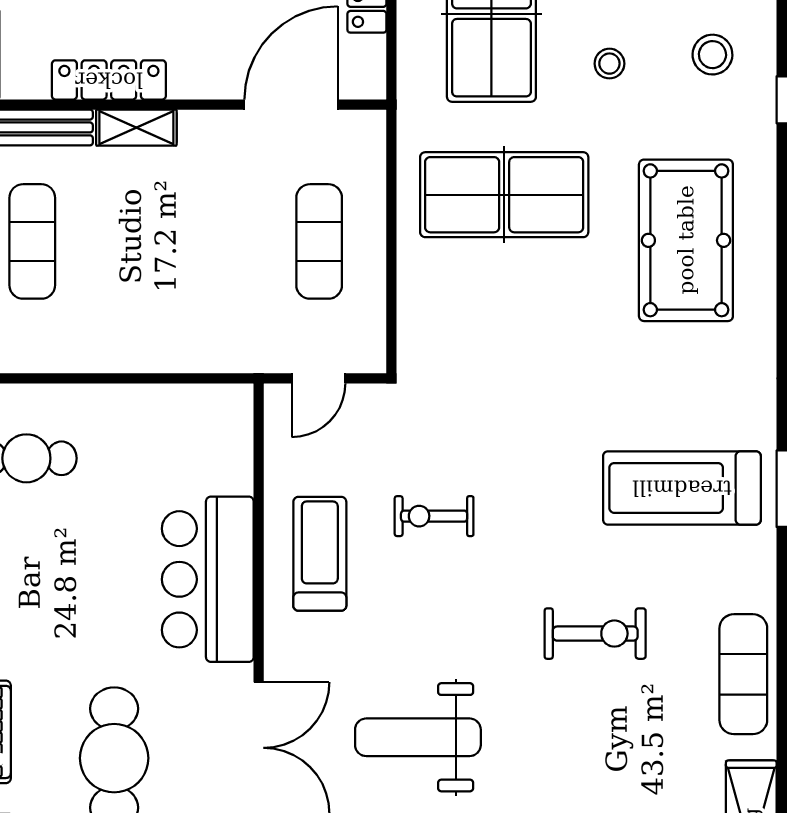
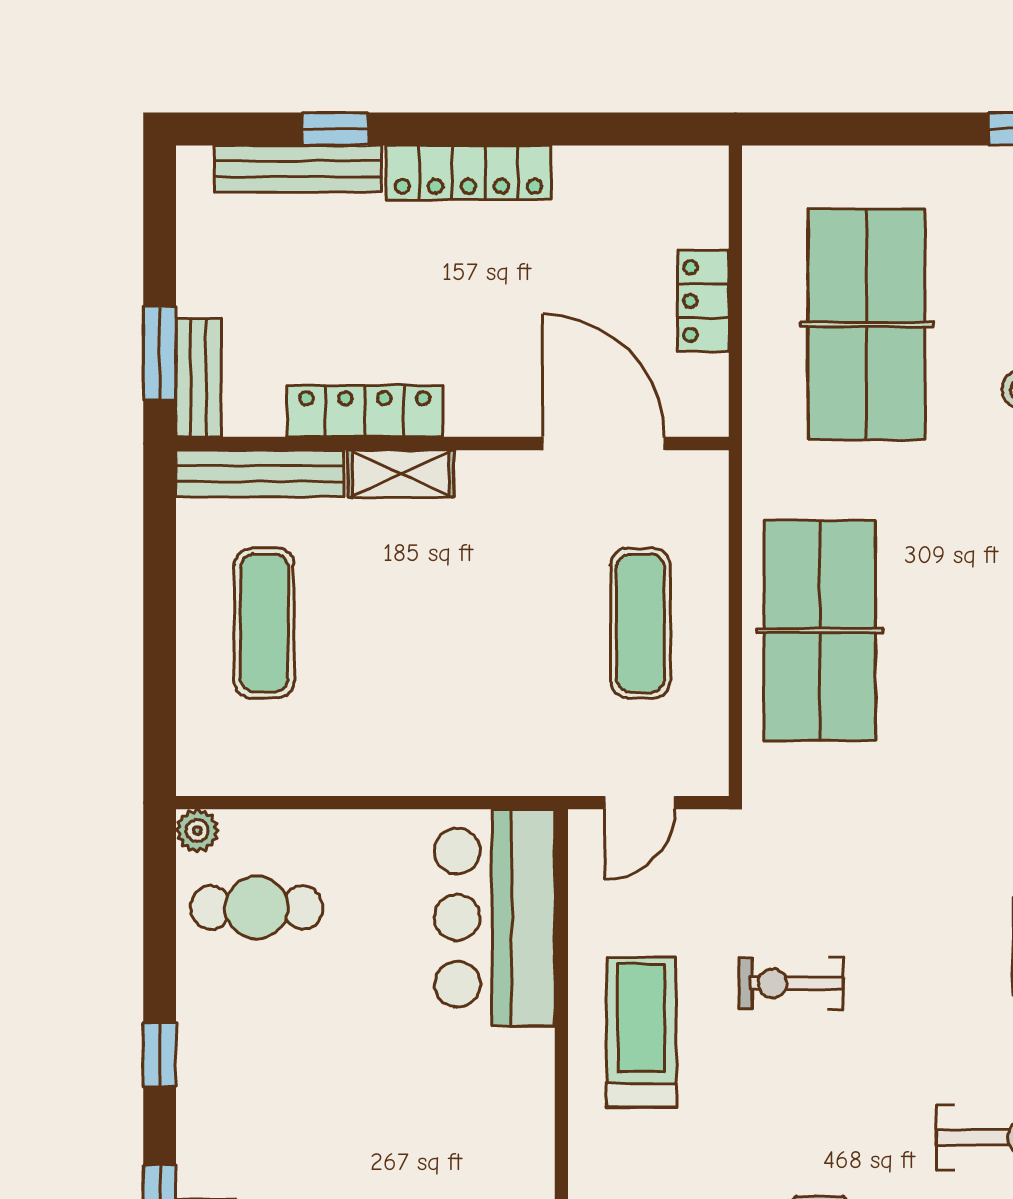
door: (291, 105) -> (604, 443), hinge flipped
table tennis table: (504, 195) -> (820, 631), moved, turned 90
bar counter: (208, 579) -> (495, 918), moved

